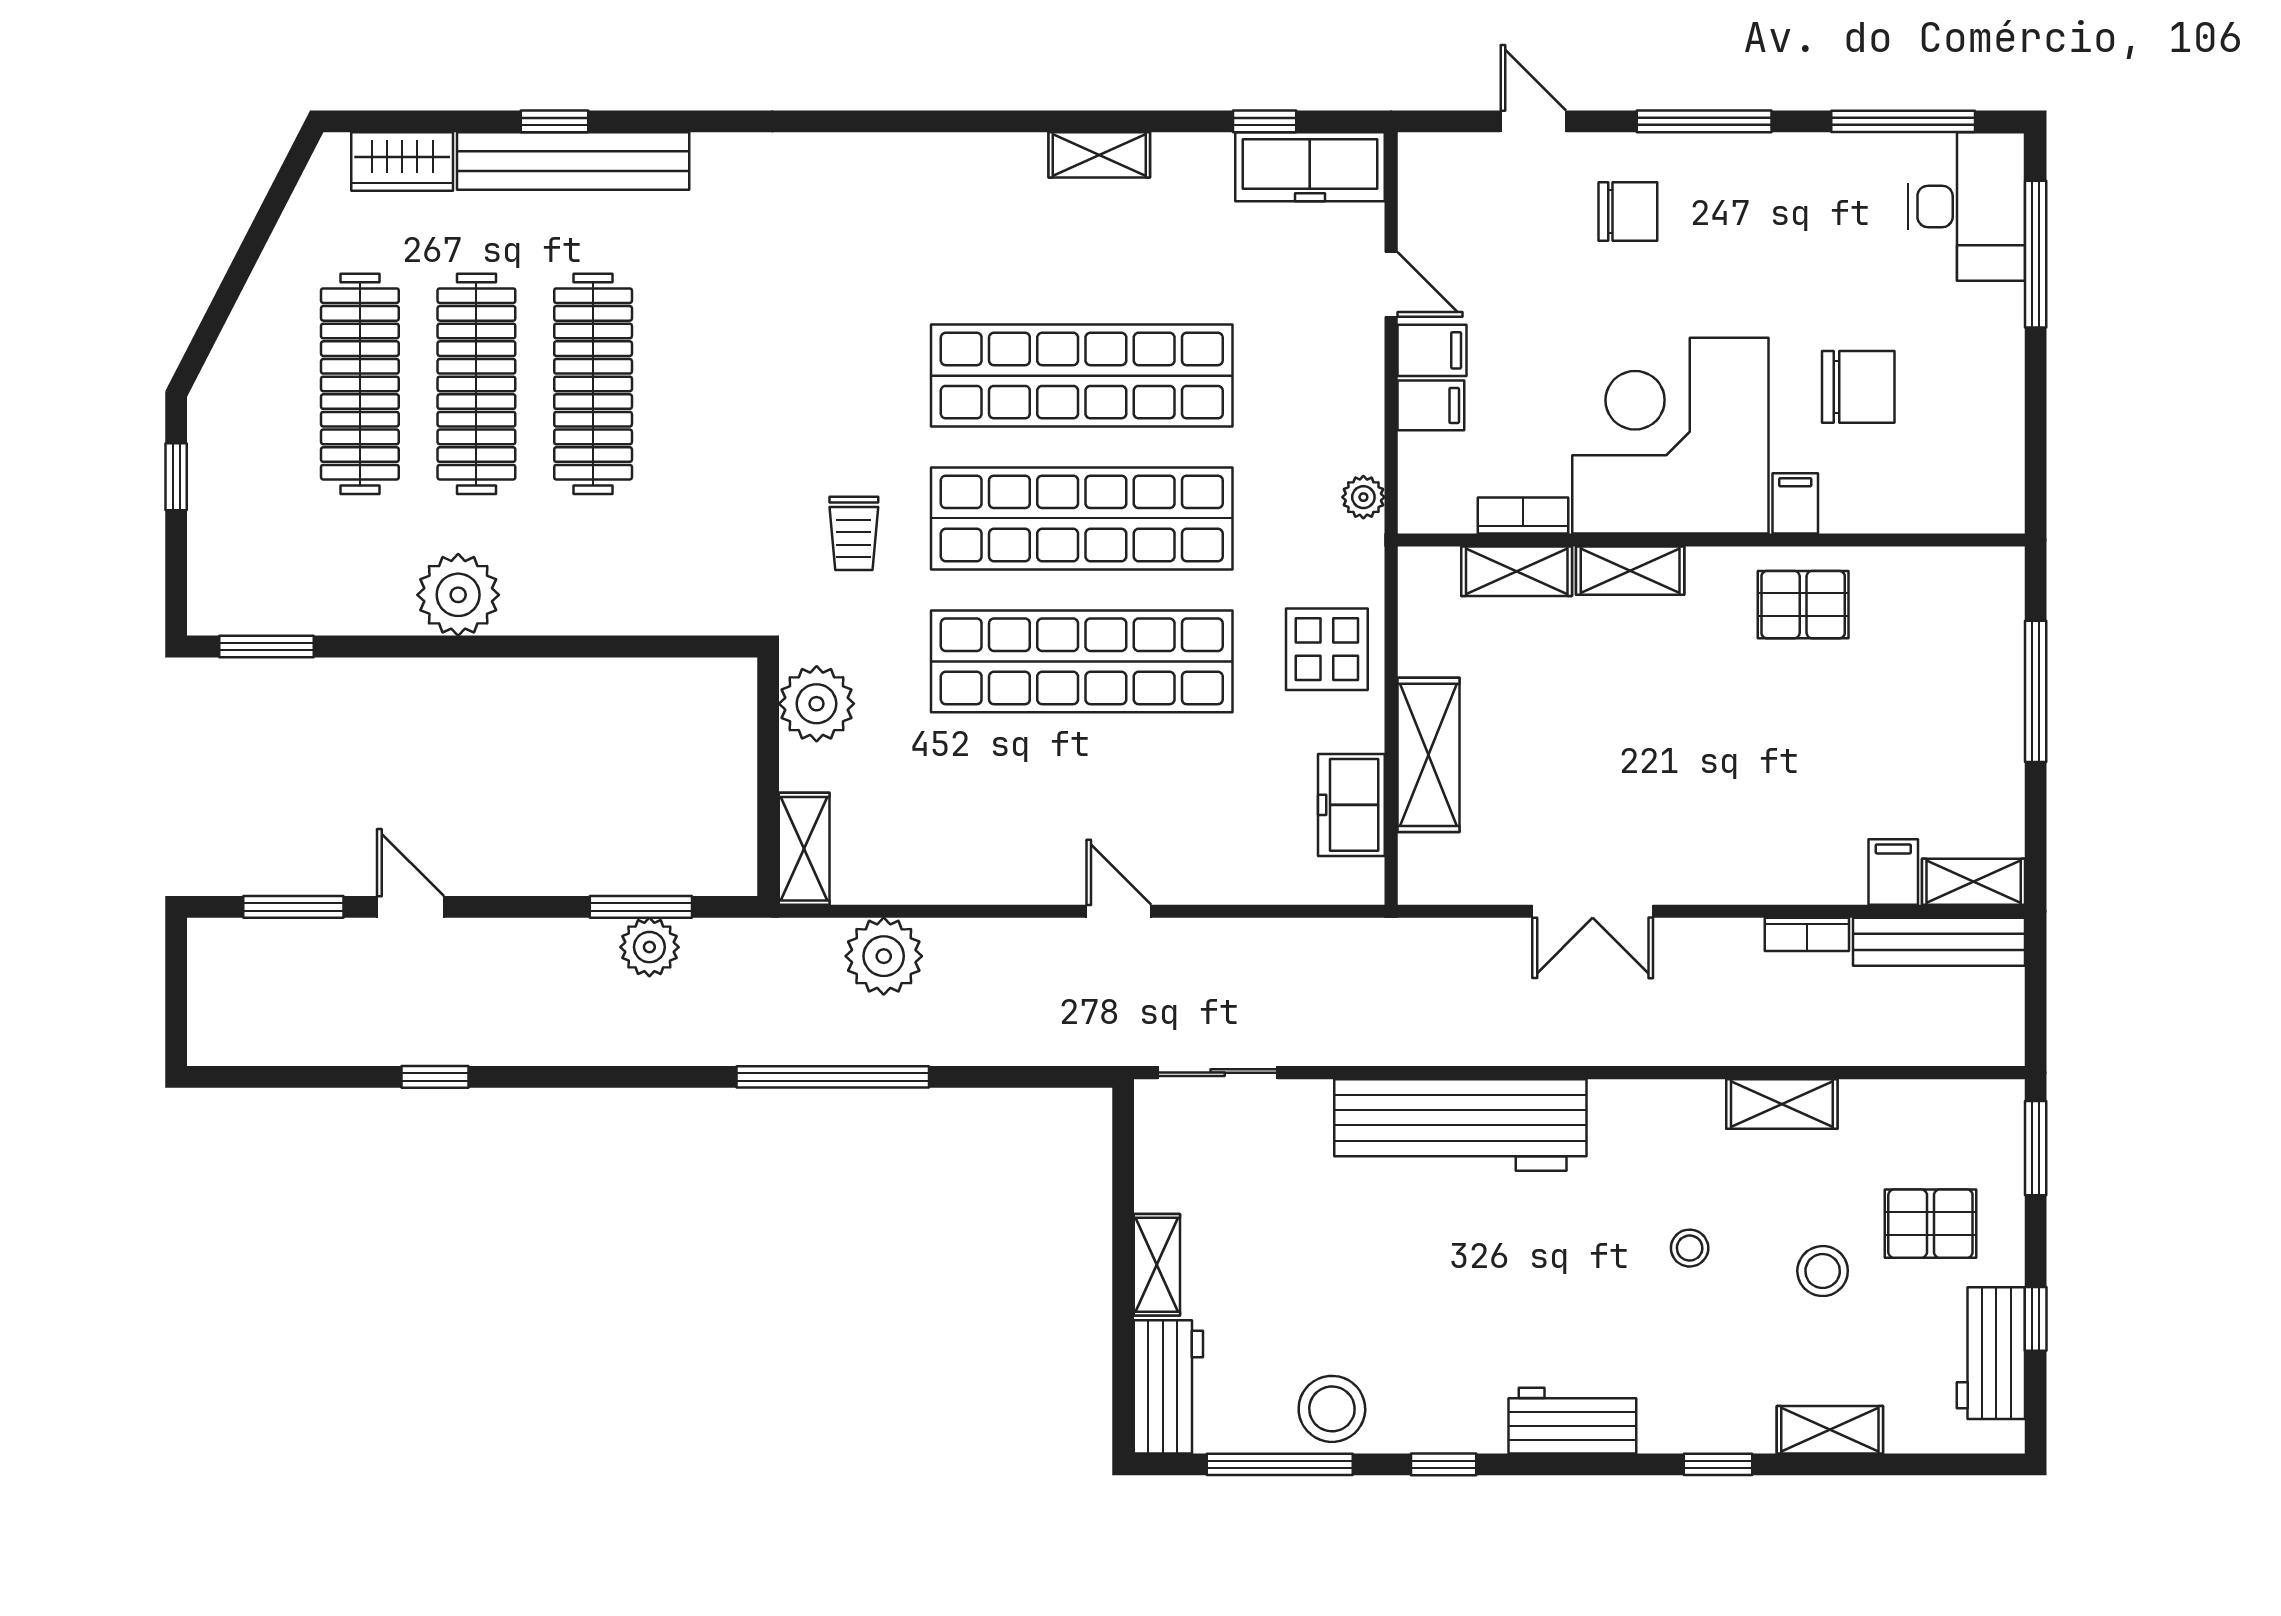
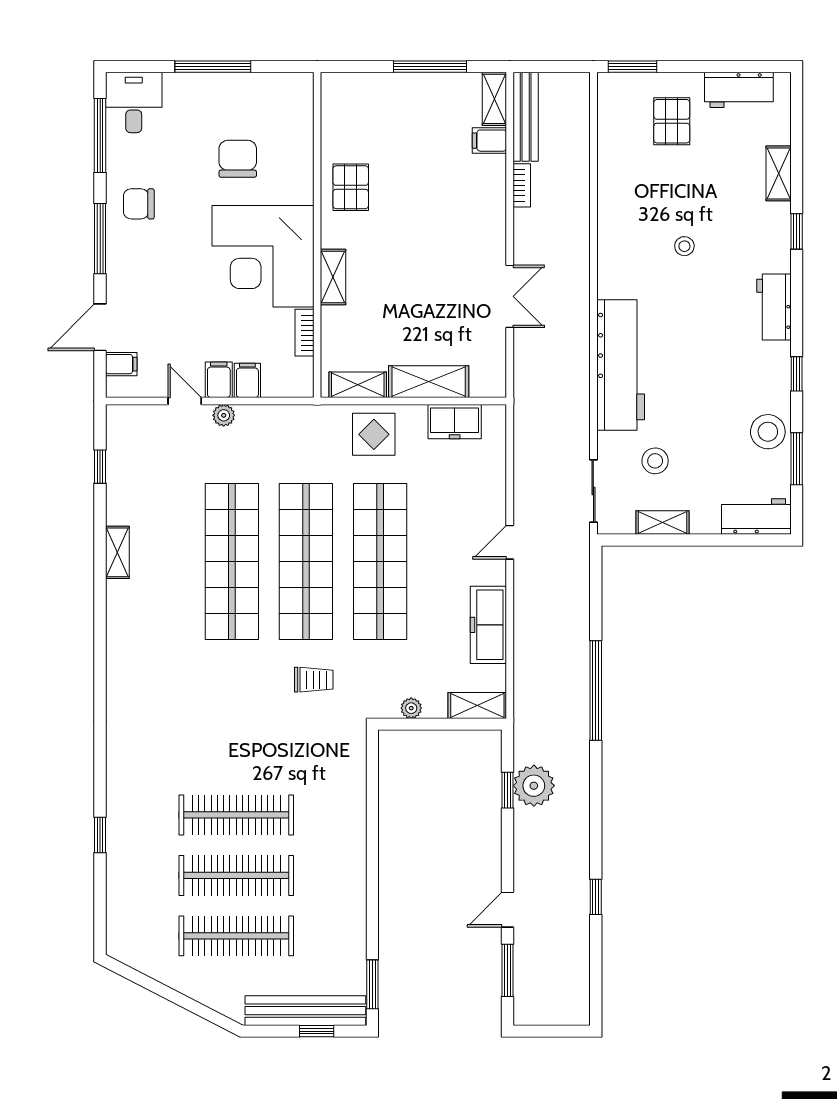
door: (1533, 121) -> (100, 327), width x1.38
bench: (573, 161) -> (305, 1011), moved, turned 90
wardrobe: (402, 162) -> (121, 914), removed
freezer: (1310, 167) -> (488, 625), moved, turned 180
desk: (1967, 206) -> (134, 103), width x0.73
chair: (1628, 212) -> (139, 204), moved, turned -90
window: (2036, 254) -> (213, 67), moved
door: (1391, 284) -> (185, 401), hinge flipped
window: (176, 477) -> (317, 1031), moved
plant: (1363, 497) -> (224, 415), moved
filing cabinet: (1795, 503) -> (121, 364), moved, turned 180
shelving: (1517, 571) -> (358, 385), moved, turned 90
plant: (458, 595) -> (346, 885), removed
window: (2036, 691) -> (430, 67), moved
plant: (817, 704) -> (411, 708), width x0.53, depth x0.53
window: (641, 907) -> (507, 790), width x0.67
plant: (649, 947) -> (534, 786), width x1.36, depth x1.36
plant: (884, 956) -> (533, 664), removed
shelving: (1782, 1104) -> (610, 198), removed
shelving: (1157, 1265) -> (662, 522), moved
stool: (1823, 1271) -> (655, 461), moved
window: (2036, 1319) -> (721, 67), removed
window: (1280, 1464) -> (797, 459), width x0.69

